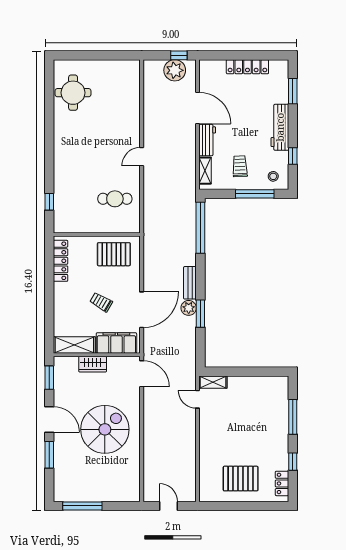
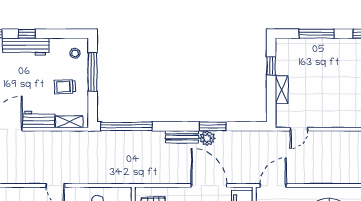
window: (293, 156) -> (27, 34), moved
window: (261, 372) -> (271, 66), added
shelving: (213, 382) -> (282, 90), moved

